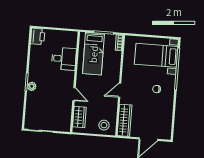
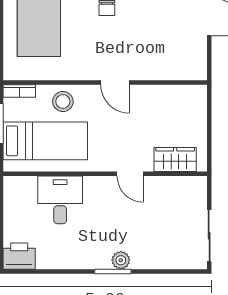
door: (74, 94) -> (130, 174), swing flipped
wardrobe: (125, 120) -> (175, 68), removed
stool: (104, 125) -> (63, 101), moved

